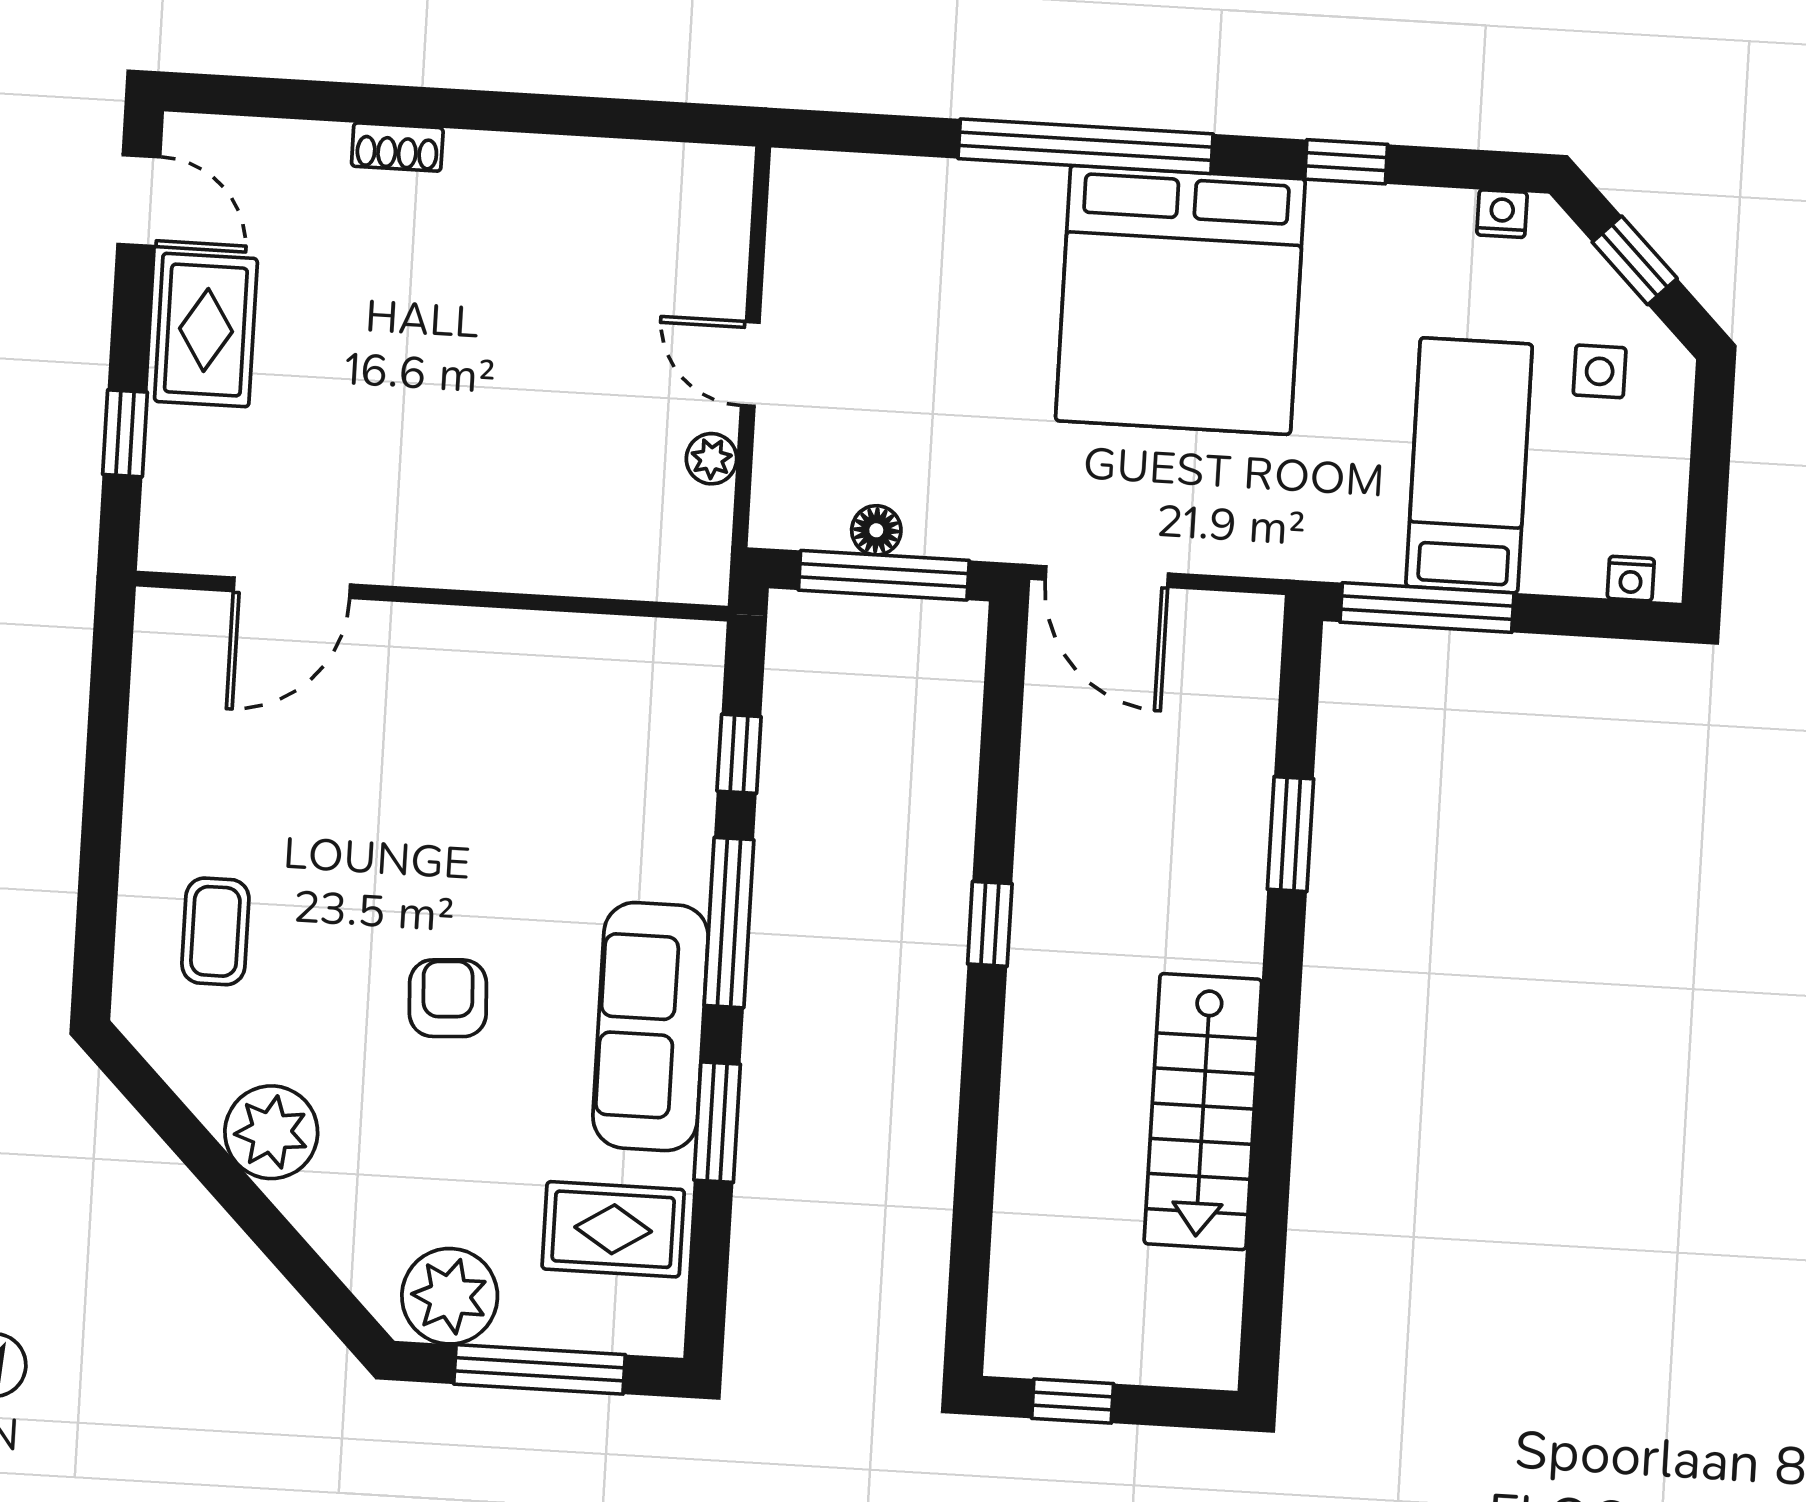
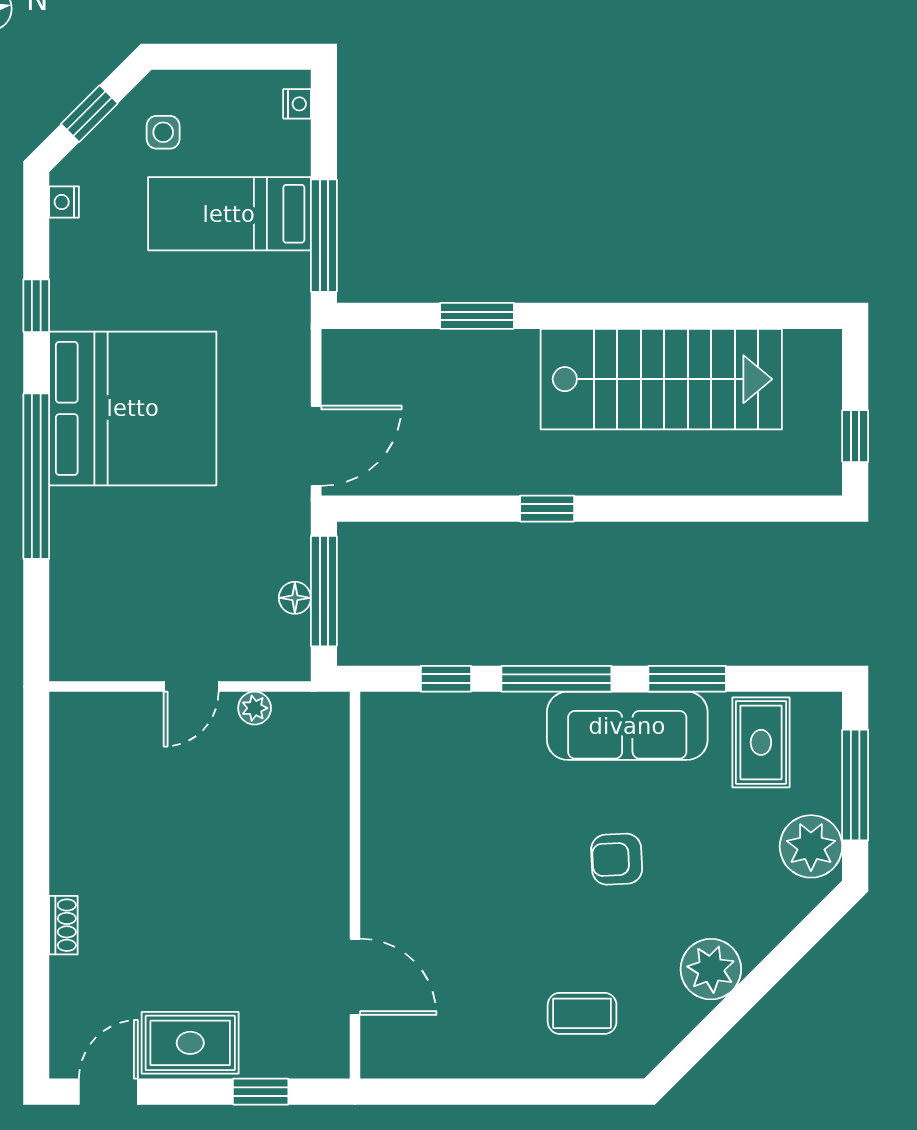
stairs: (1203, 1112) -> (661, 379), width x1.36, depth x1.51

